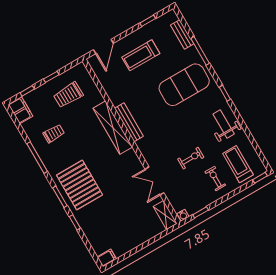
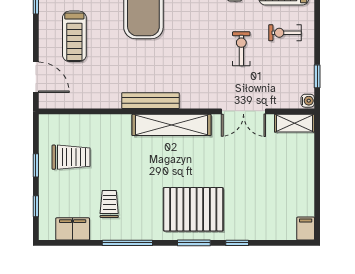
trolley: (68, 95) -> (71, 157), turned -89
filing cabinet: (20, 110) -> (73, 229), moved
shelving: (113, 128) -> (171, 125), moved

